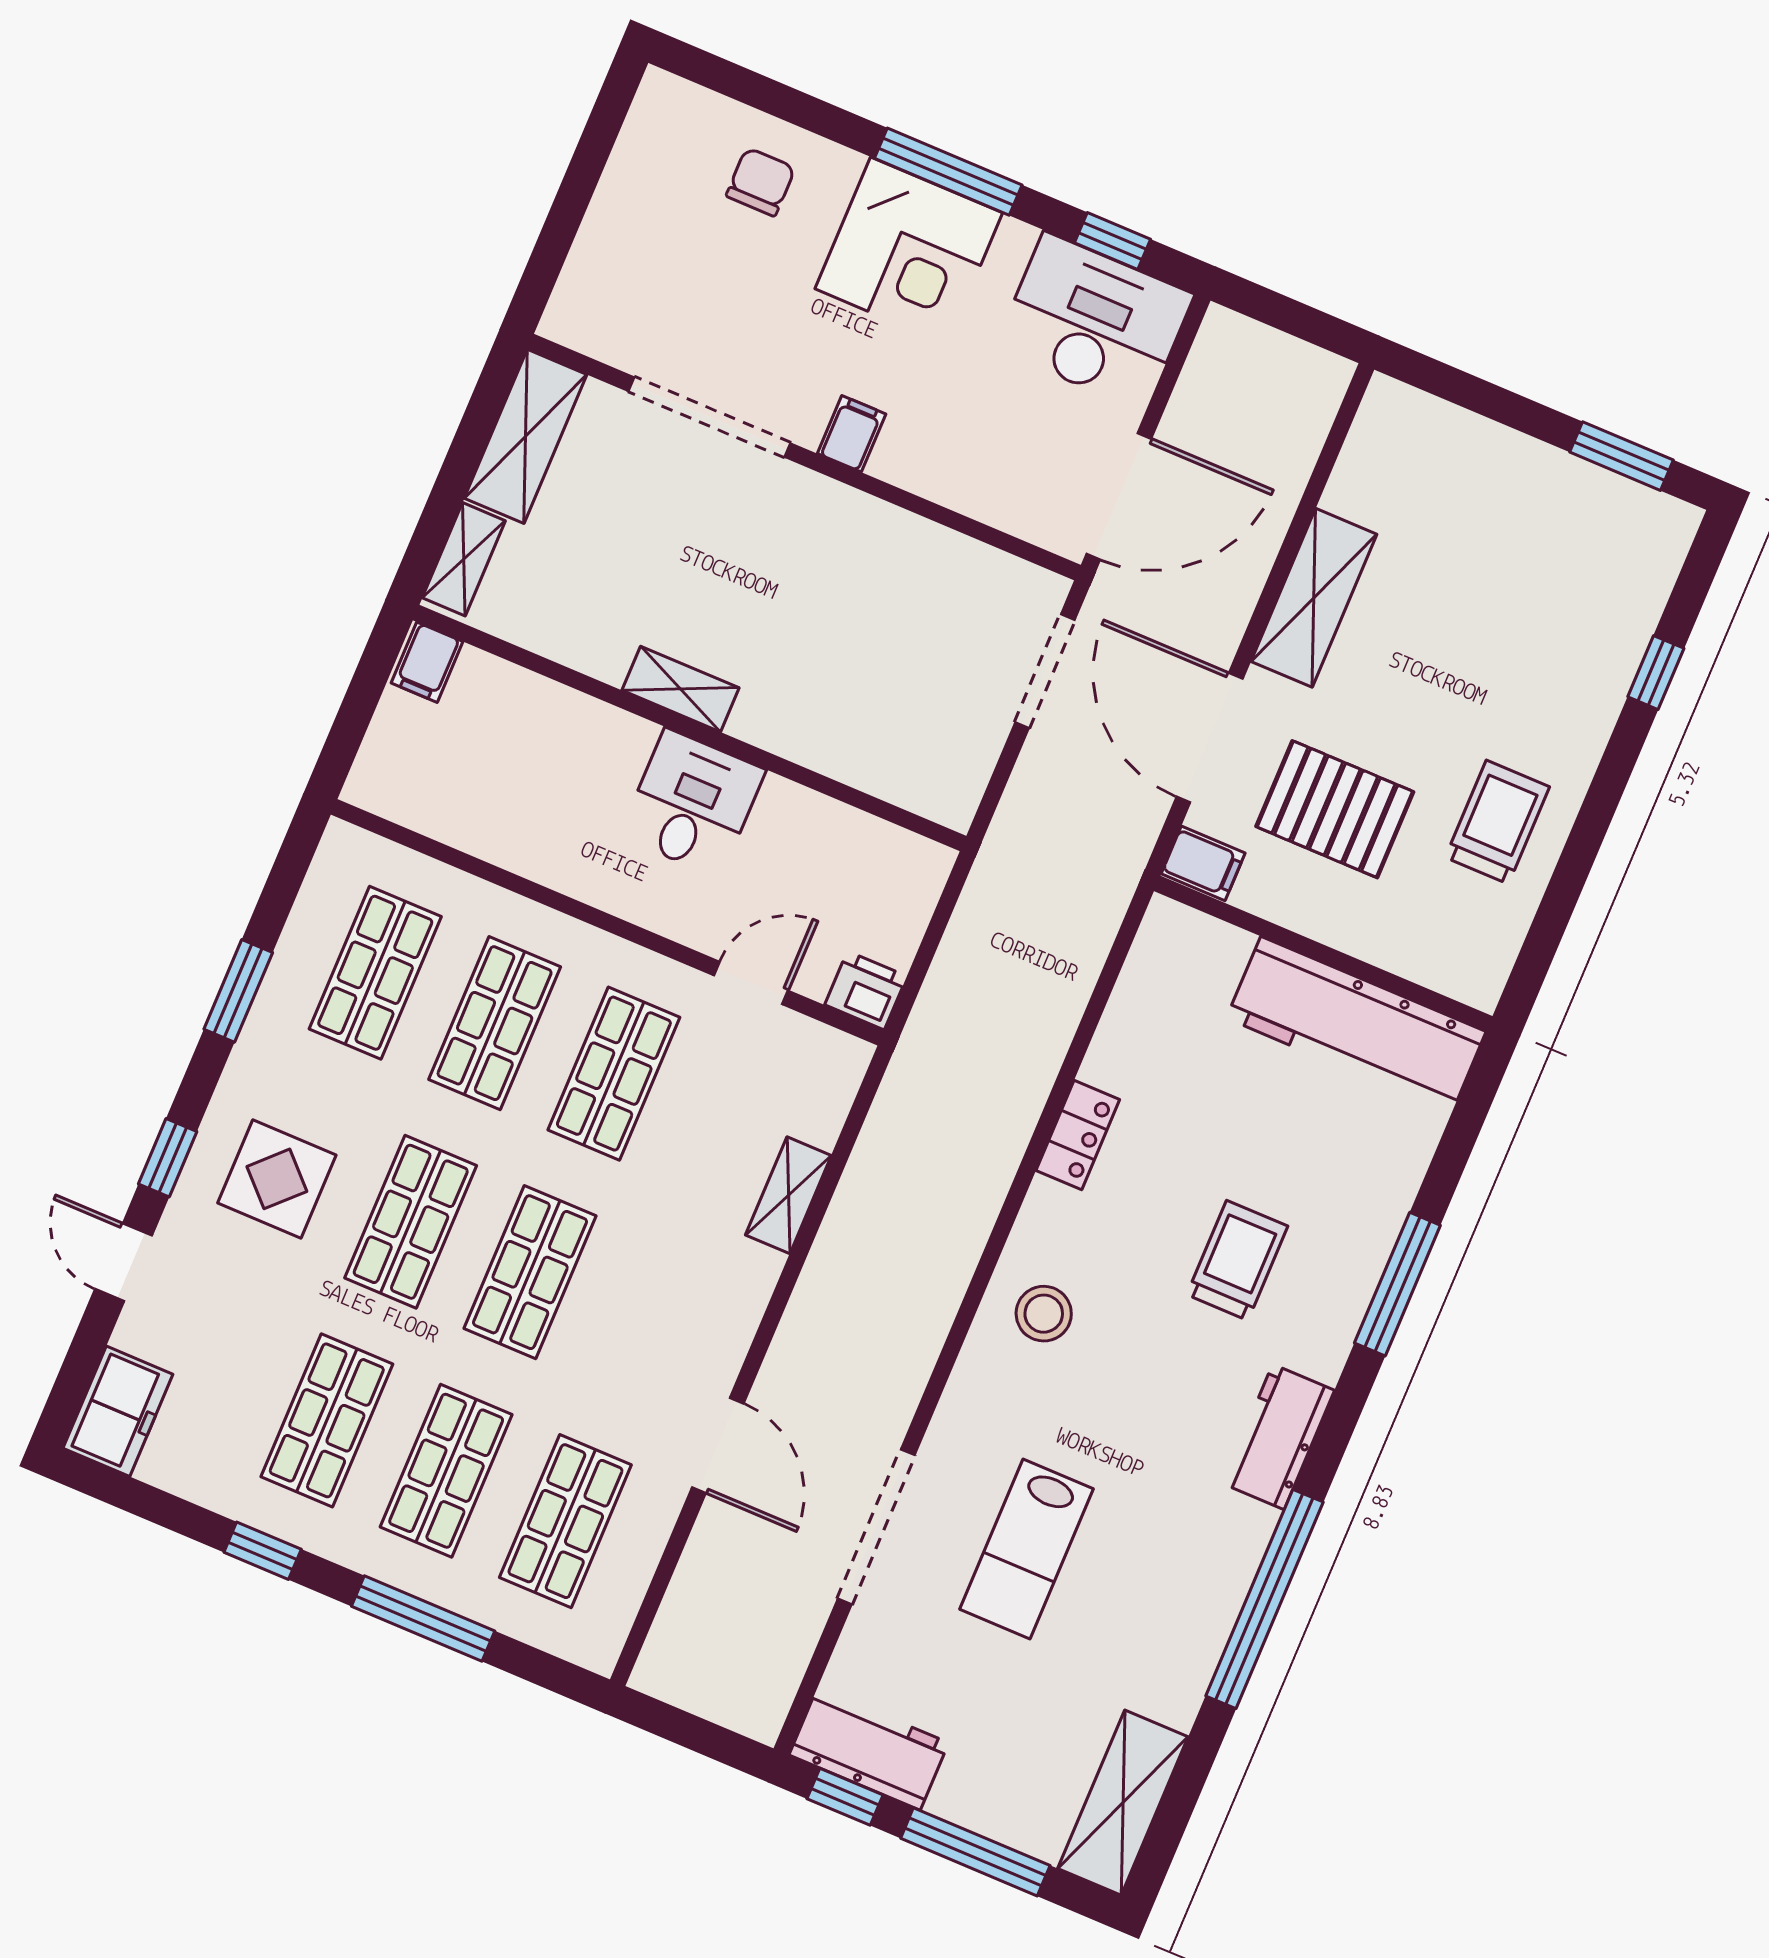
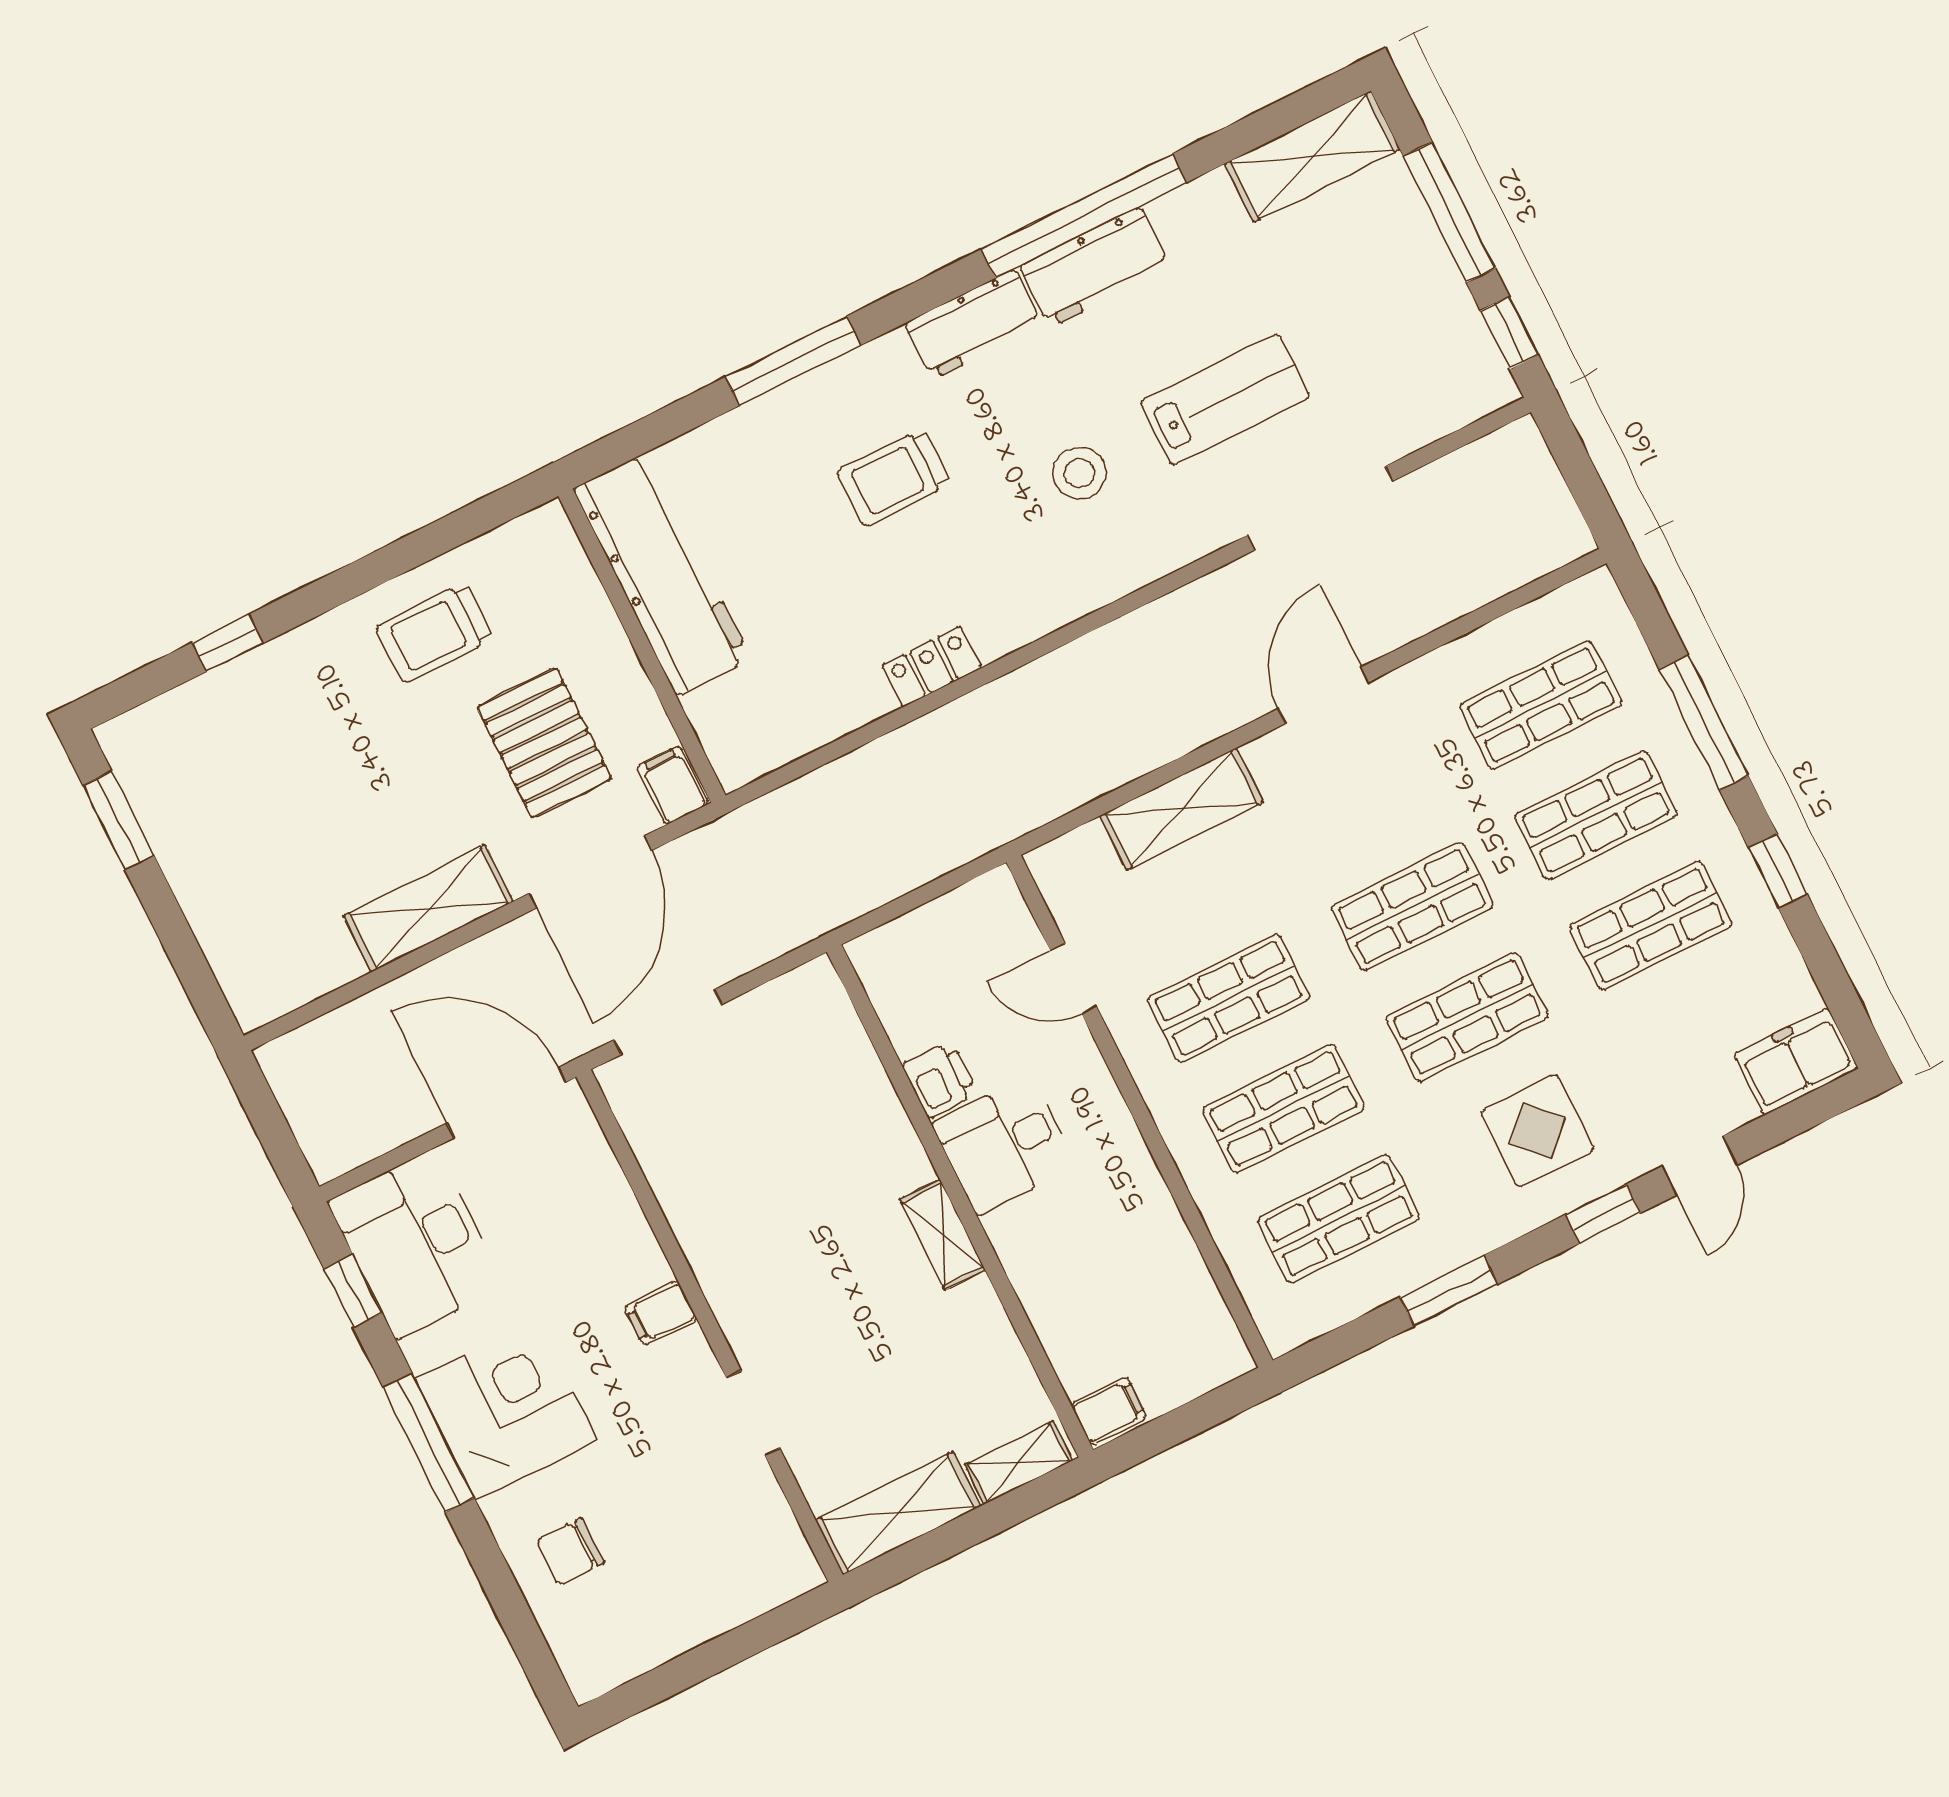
doorway: (710, 417) -> (753, 1413), width x0.53
printer: (866, 990) -> (940, 1079), moved, turned 180
shelving: (788, 1195) -> (1181, 809), width x1.50, depth x1.33
stool: (1044, 1314) -> (1079, 473), moved
door: (718, 1445) -> (1323, 695), moved
workbench: (869, 1749) -> (1095, 267), moved, turned -90

